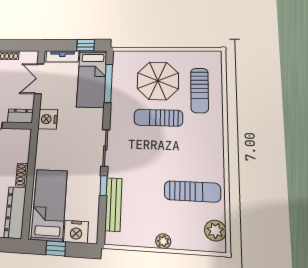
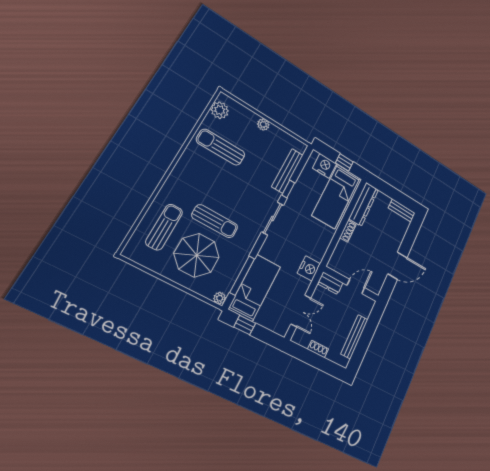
tv unit: (62, 56) -> (271, 324), removed
plant: (119, 56) -> (220, 298), added

